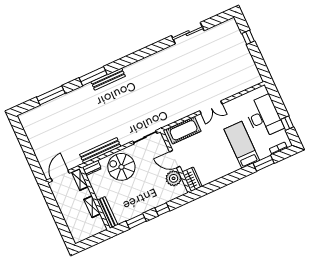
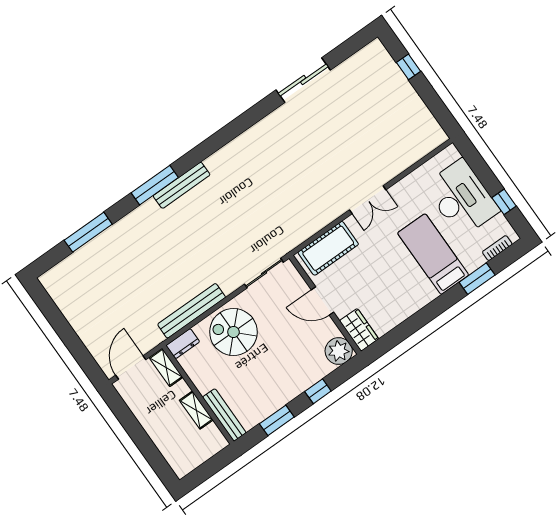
plant: (174, 178) -> (339, 351), moved

